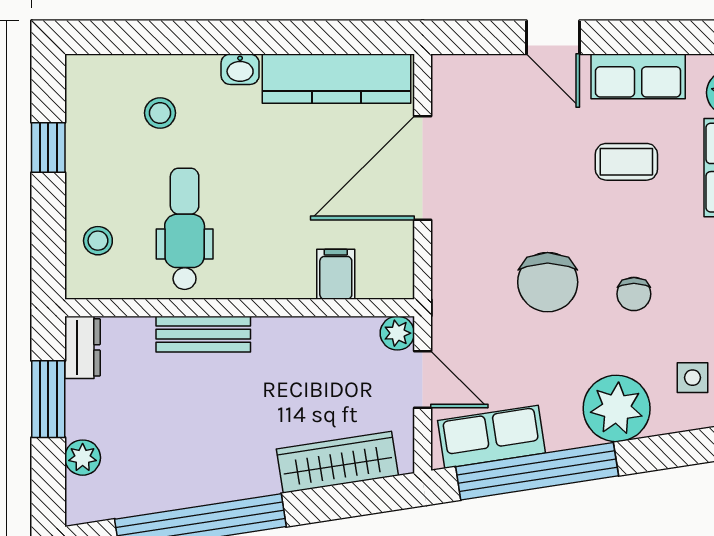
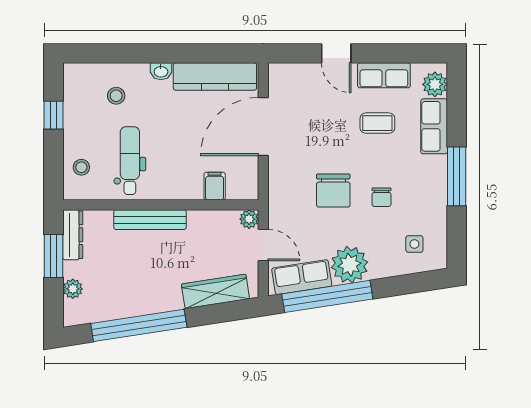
bench: (203, 334) -> (150, 220), width x1.36
dresser: (82, 347) -> (73, 235), width x1.44
plant: (617, 408) -> (349, 265), moved

